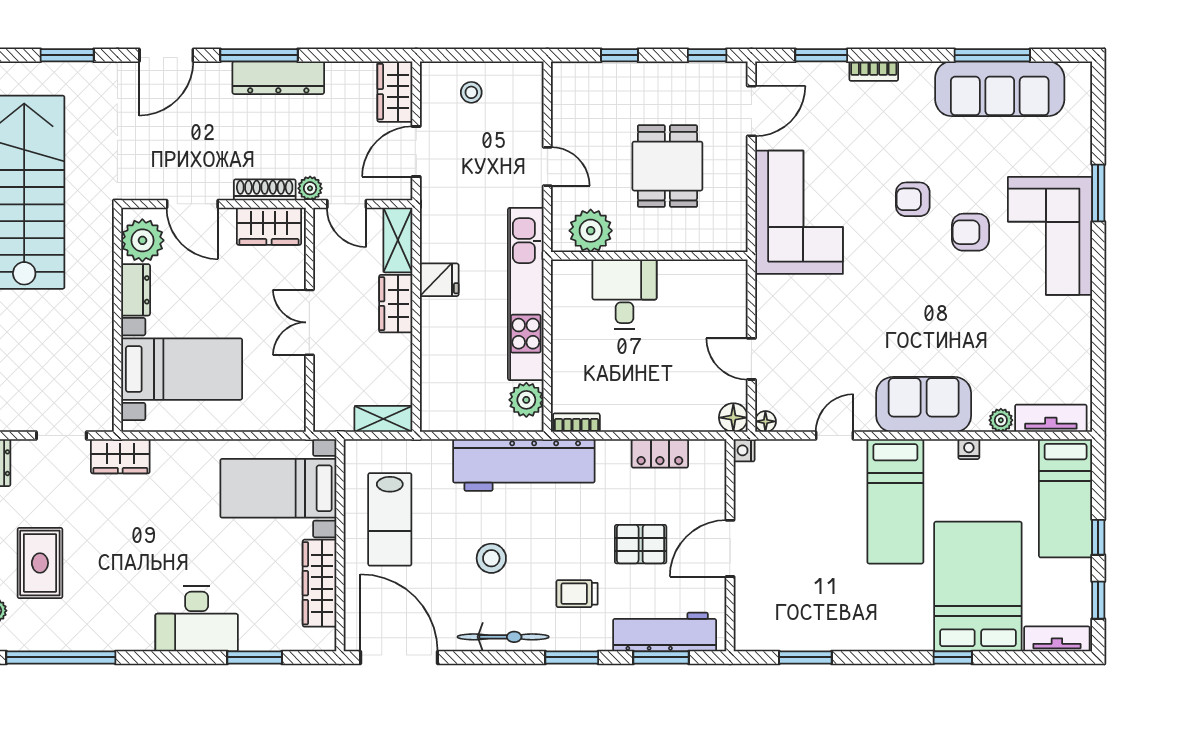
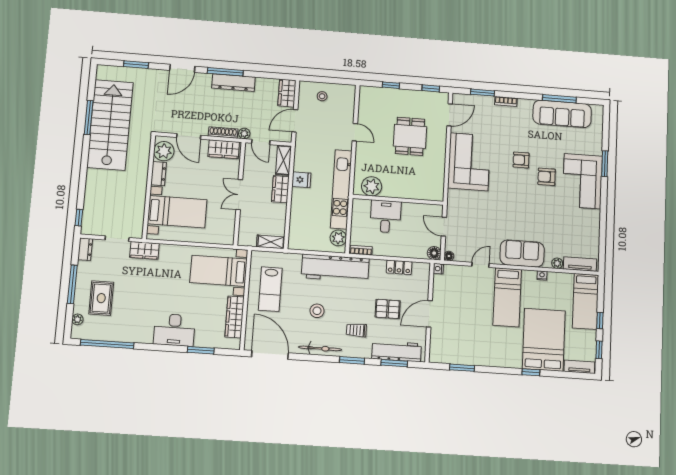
plant: (591, 231) -> (372, 186), moved
wall: (649, 256) -> (398, 200), moved
desk: (624, 294) -> (386, 216), moved

